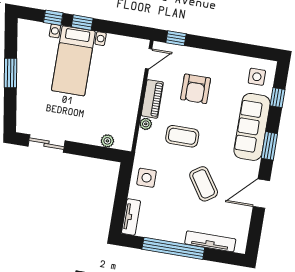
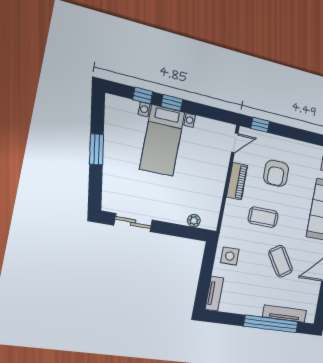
plant: (146, 124) -> (230, 205), removed
window: (173, 248) -> (271, 324), moved

